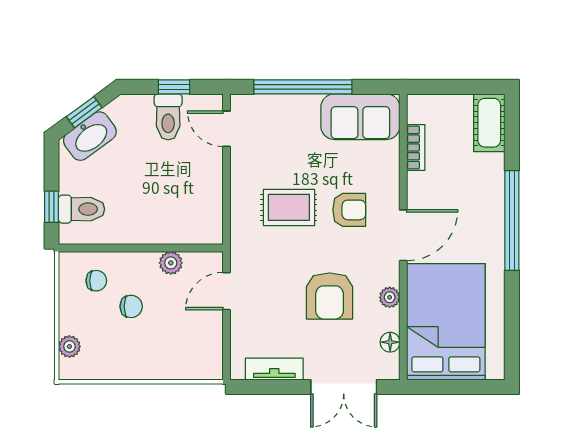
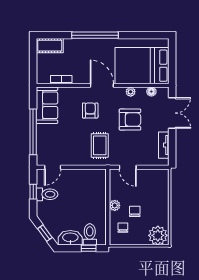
washbasin: (90, 136) -> (70, 238), moved, turned -54
rug: (289, 207) -> (100, 145), moved
plant: (171, 263) -> (115, 205), moved
plant: (69, 346) -> (158, 235), width x1.88, depth x1.88

